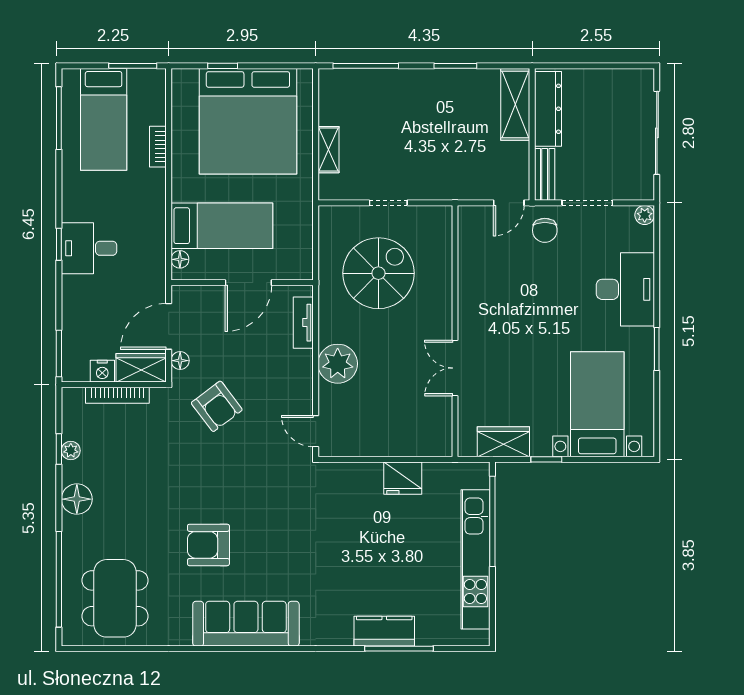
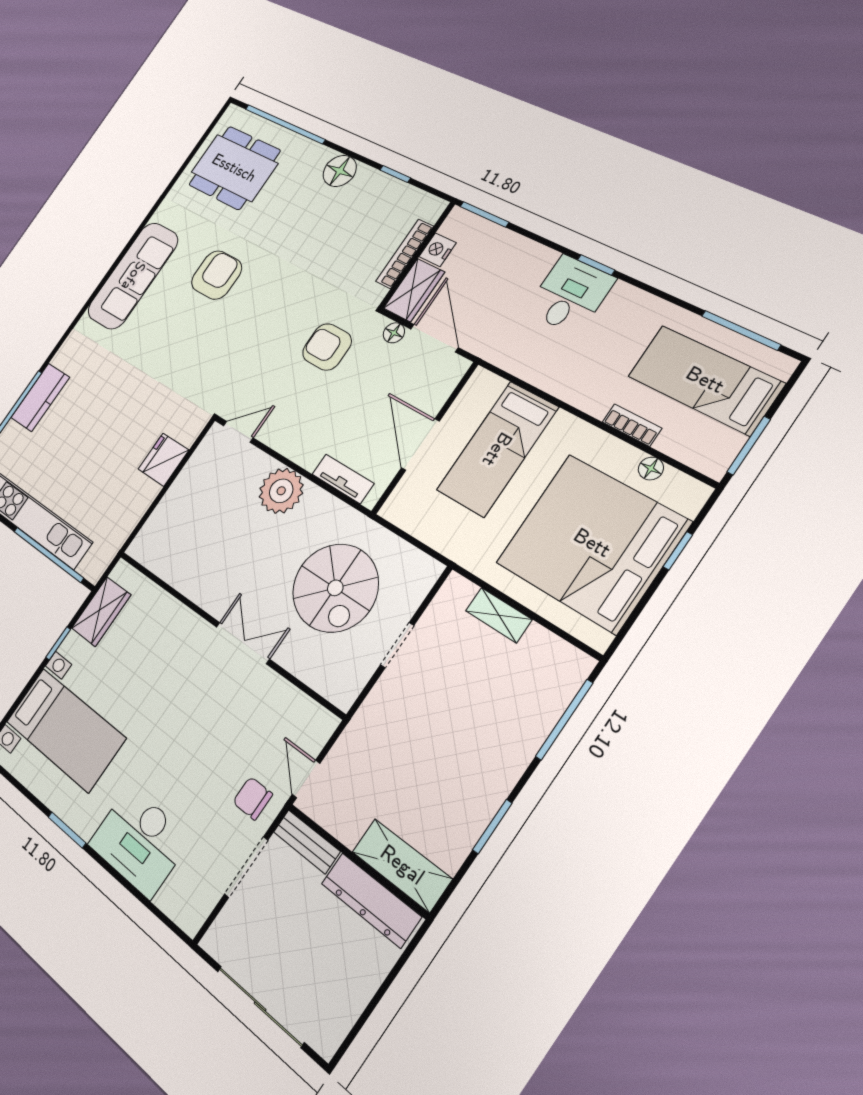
plant: (645, 215) -> (191, 921), removed
floor lamp: (180, 259) -> (651, 469), moved
double door: (455, 368) -> (243, 643), moved
armchair: (217, 406) -> (327, 347), turned 37
plant: (71, 451) -> (386, 185), removed
fridge: (403, 478) -> (163, 460), moved

